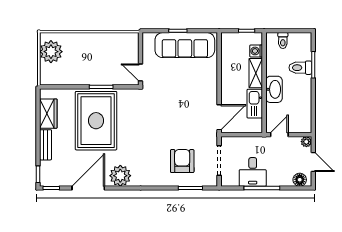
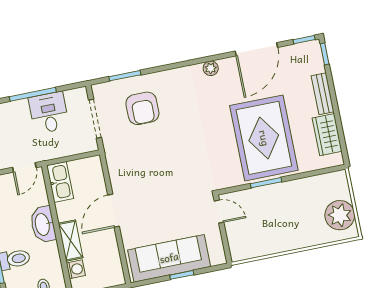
kitchen sink: (255, 104) -> (60, 182), moved
door: (219, 117) -> (114, 211), moved
plant: (120, 176) -> (211, 68), width x0.53, depth x0.53

